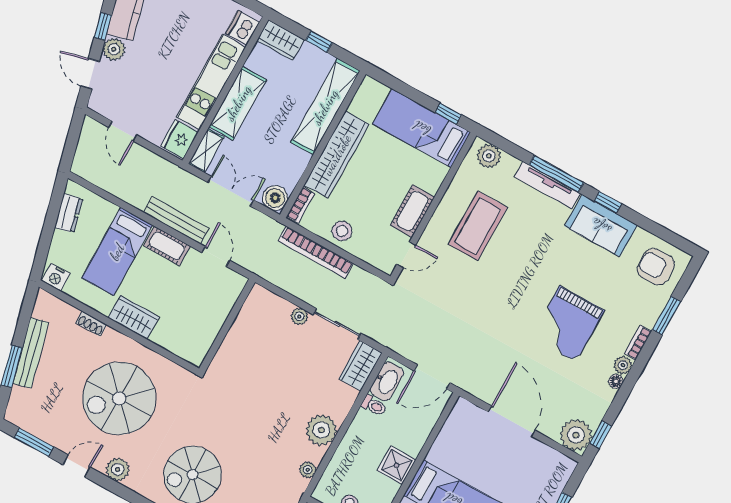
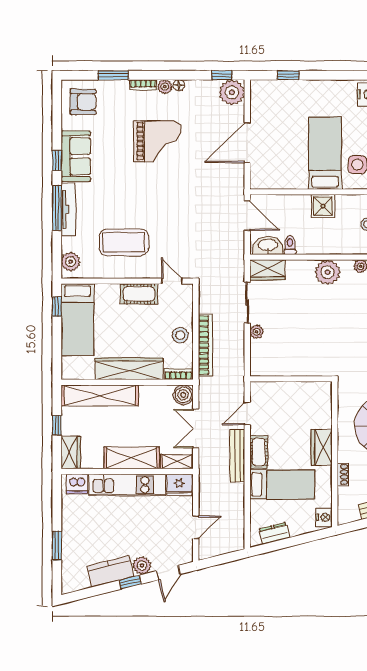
armchair: (656, 267) -> (83, 102), turned -90

